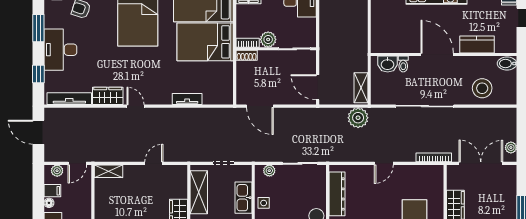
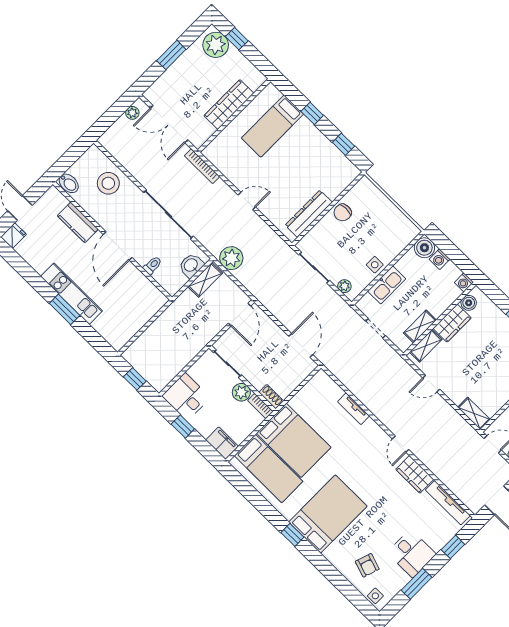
desk: (60, 50) -> (412, 553), width x0.73
washbasin: (388, 64) -> (191, 265), moved, turned -90
shelving: (181, 184) -> (426, 346), added
shelving: (199, 192) -> (420, 326), width x0.67, depth x0.75

